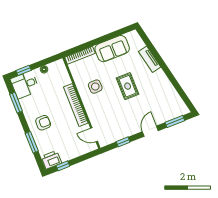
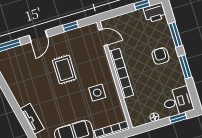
rug: (128, 86) -> (64, 70), moved
window: (16, 103) -> (185, 67), moved
armchair: (43, 123) -> (160, 56), turned 90

